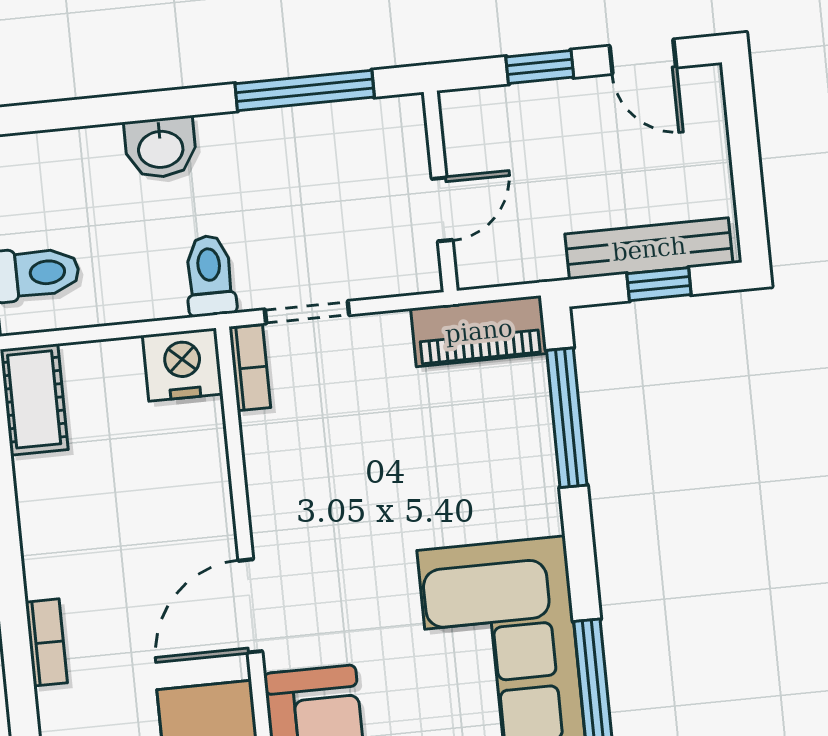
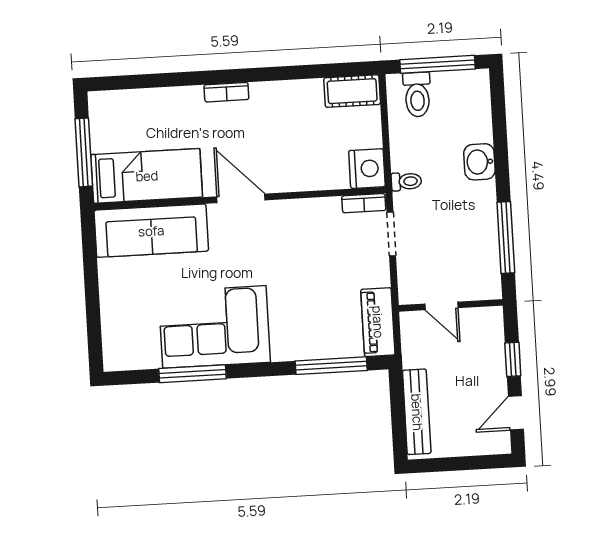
toilet: (210, 276) -> (406, 181), width x0.73, depth x0.72
window: (659, 284) -> (398, 416), removed

